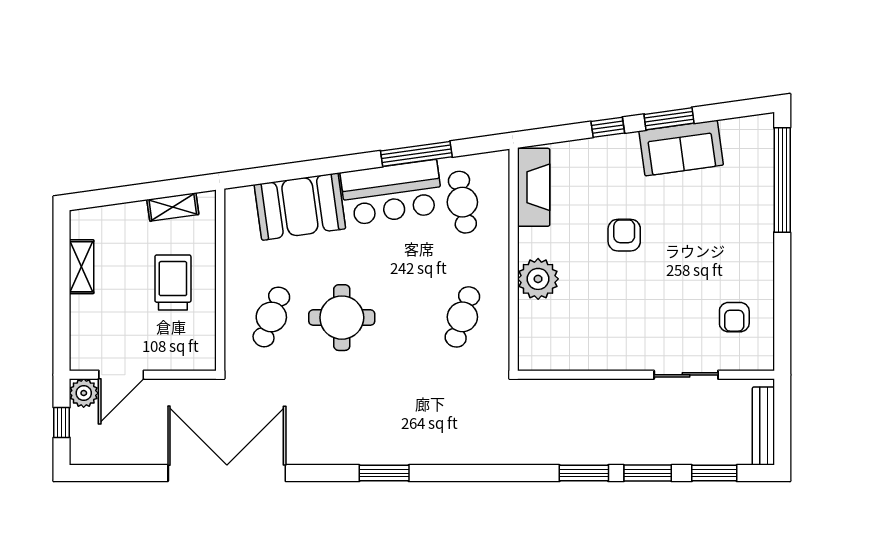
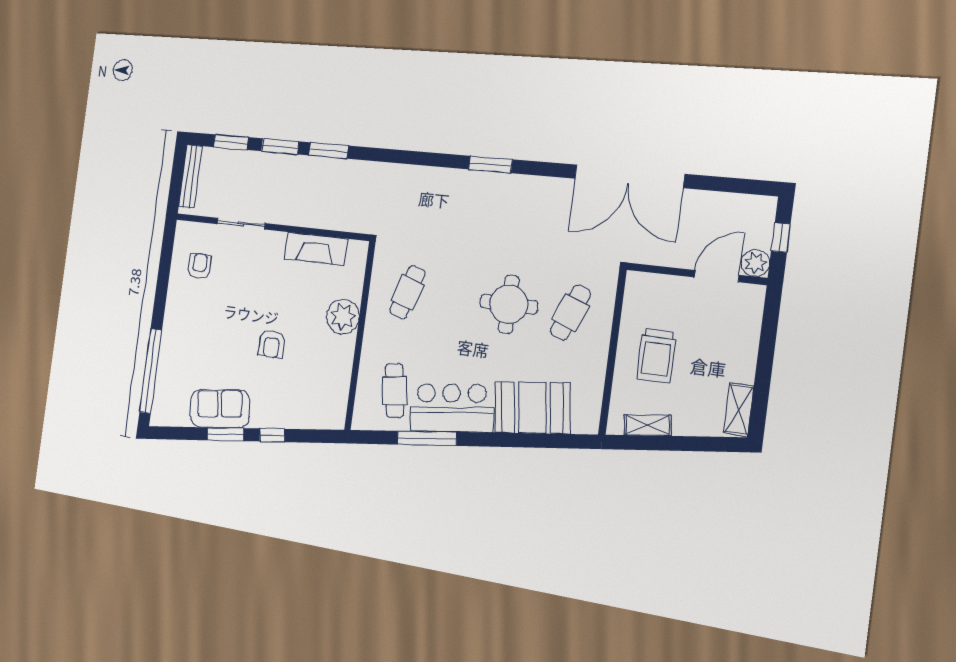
fireplace: (534, 187) -> (316, 249), moved, turned -90
shelving: (82, 267) -> (739, 410), moved

